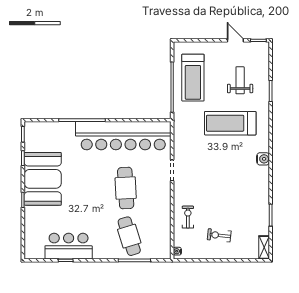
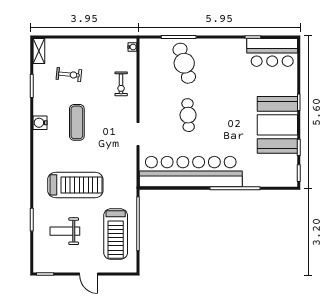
door: (235, 40) -> (89, 274), moved
treadmill: (193, 78) -> (116, 234), turned 180
weight bench: (240, 80) -> (65, 231), turned 90
water cooler: (263, 159) -> (40, 123), moved
exercise mat: (229, 181) -> (77, 122), added
cafe table: (126, 188) -> (188, 115), width x0.73, depth x0.74
exercise bike: (219, 235) -> (69, 74), moved
bar counter: (69, 246) -> (272, 52), moved

